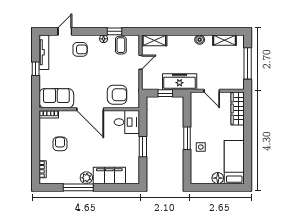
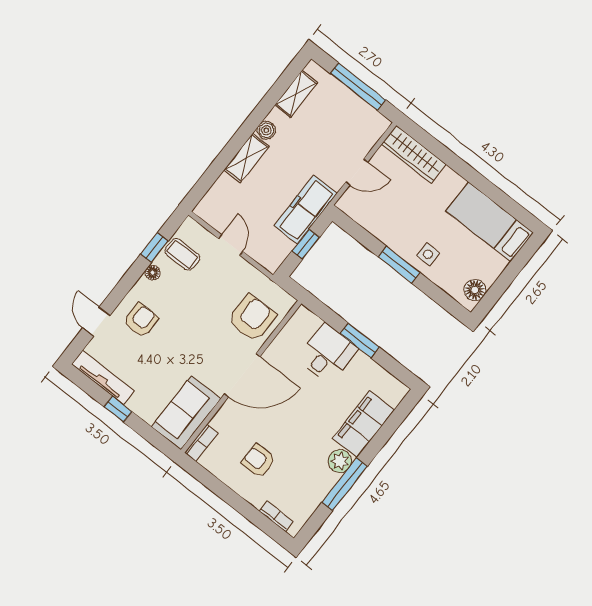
shelving: (154, 40) -> (246, 158), moved
desk: (127, 122) -> (327, 354), moved
floor lamp: (218, 178) -> (475, 290), moved

